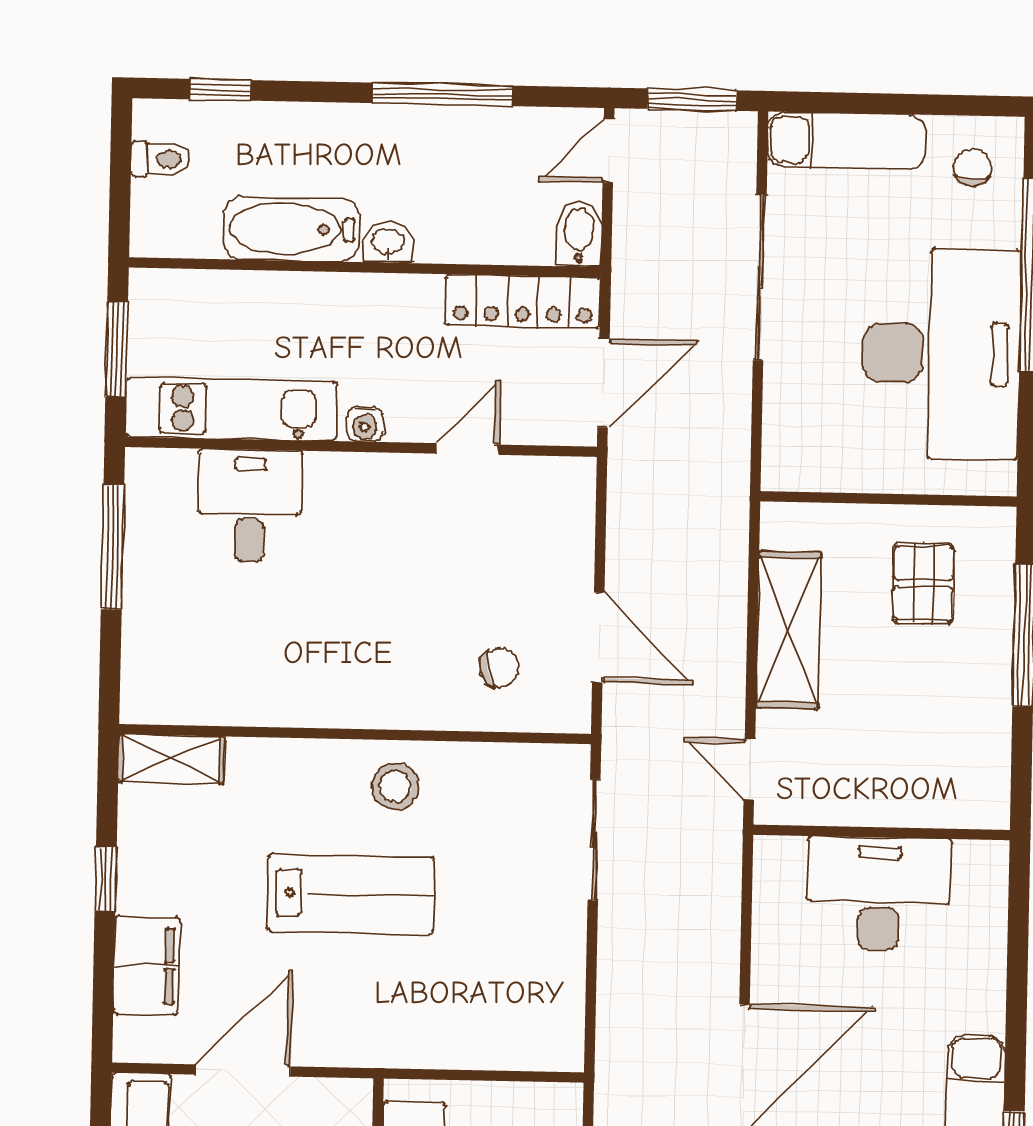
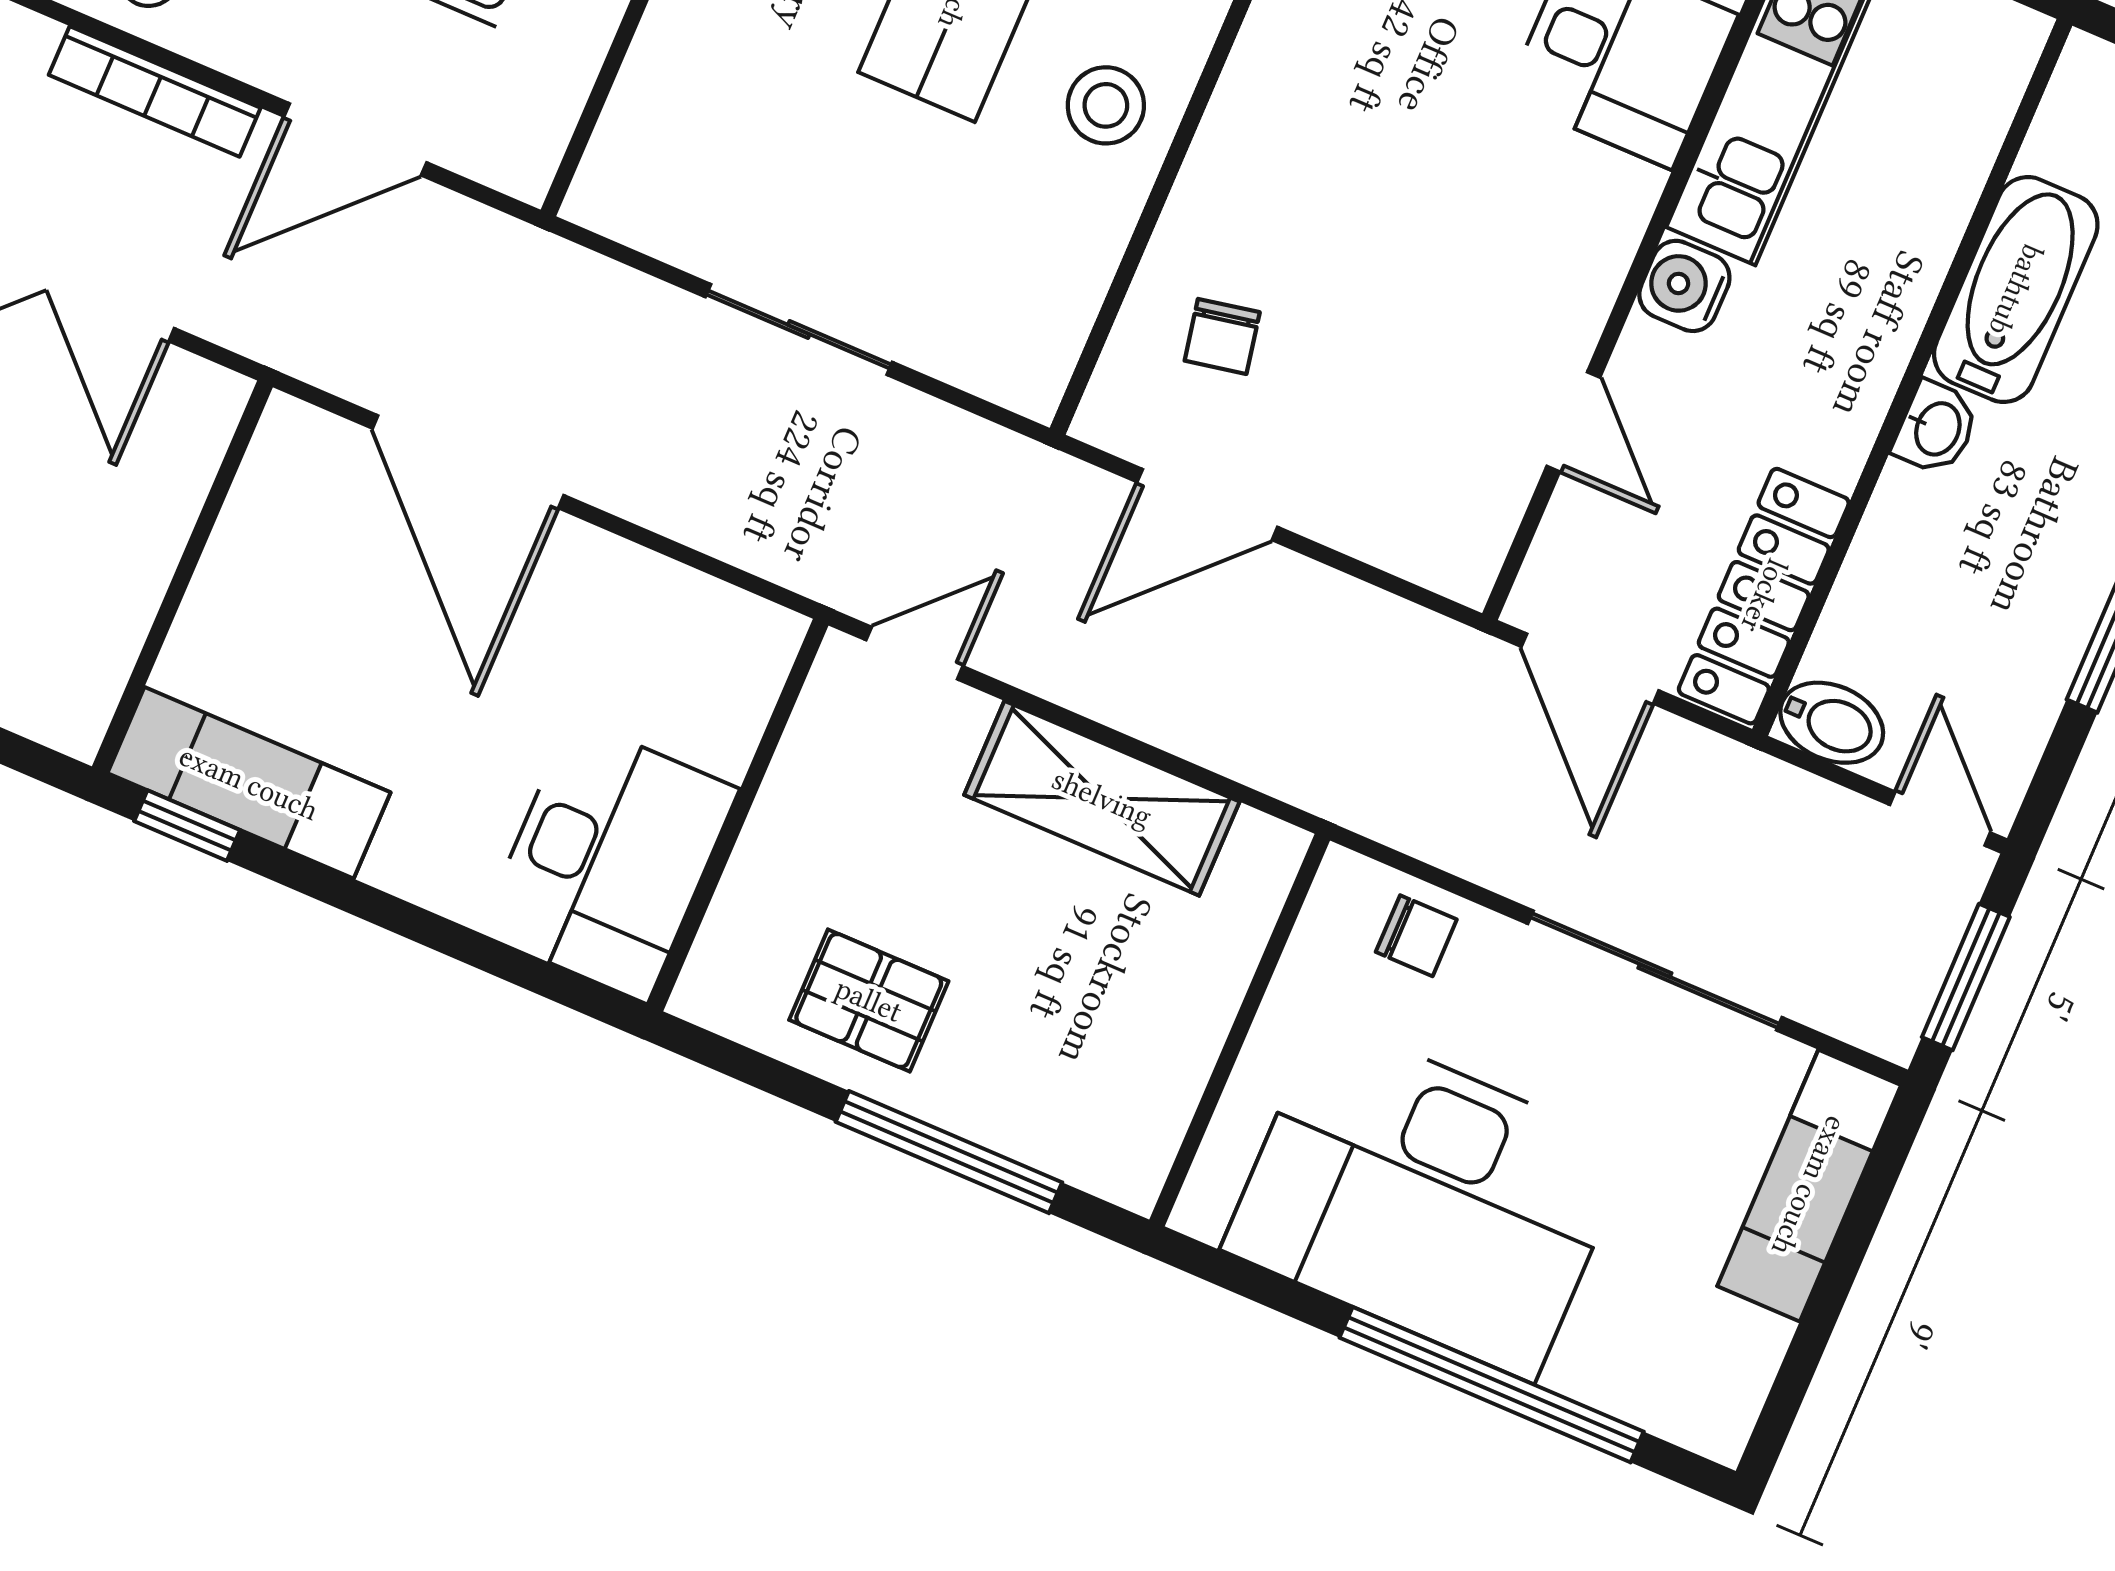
chair: (972, 168) -> (1416, 936), moved
water cooler: (365, 424) -> (1684, 286), width x1.38, depth x1.38
pallet: (923, 583) -> (869, 1000), moved
sliding door: (594, 840) -> (799, 330), moved
desk: (879, 894) -> (609, 860), moved

